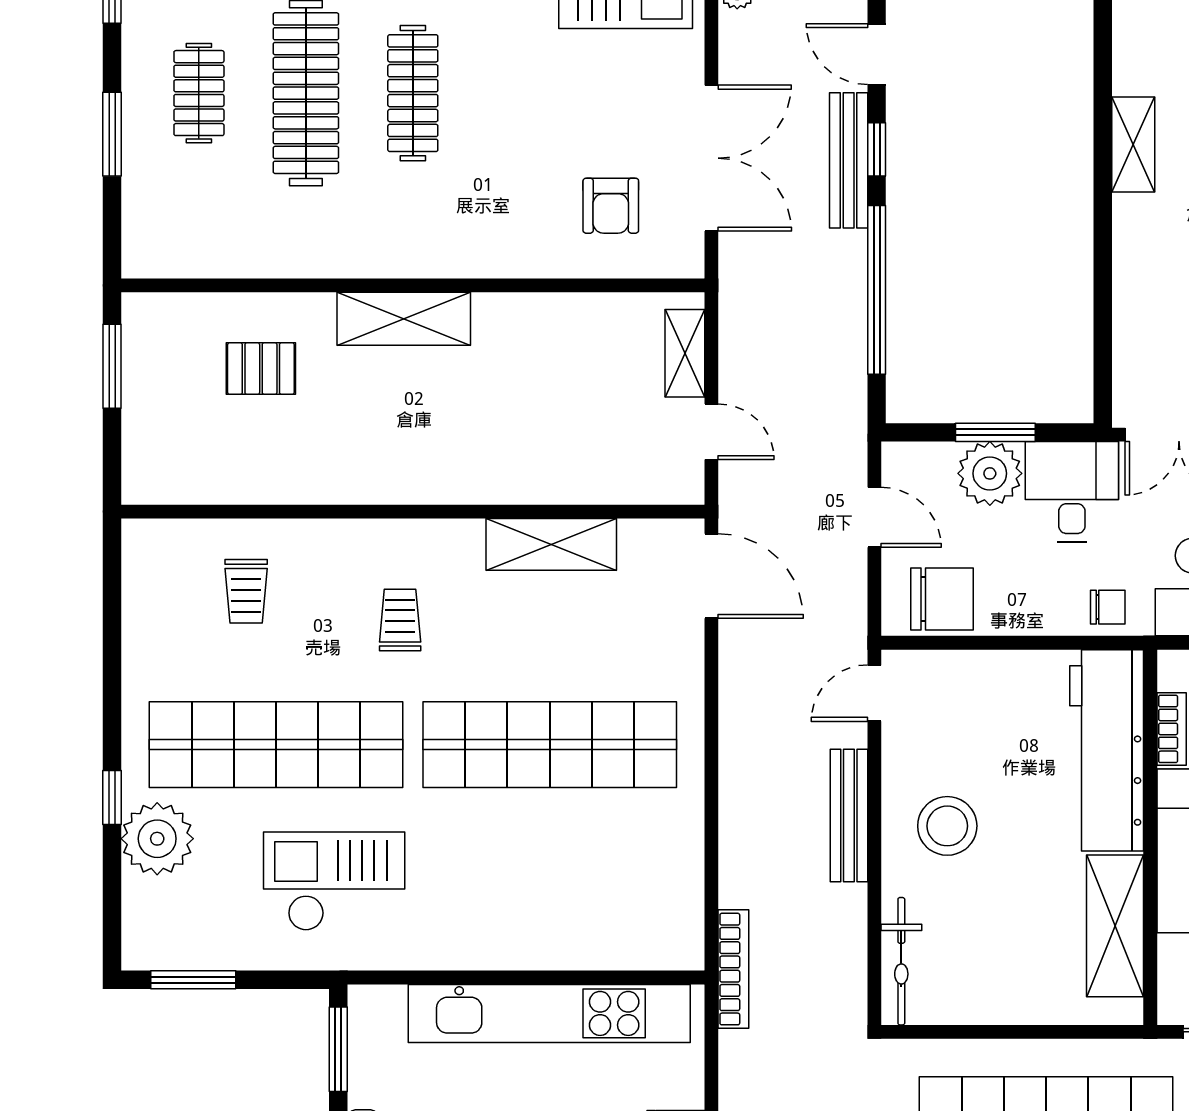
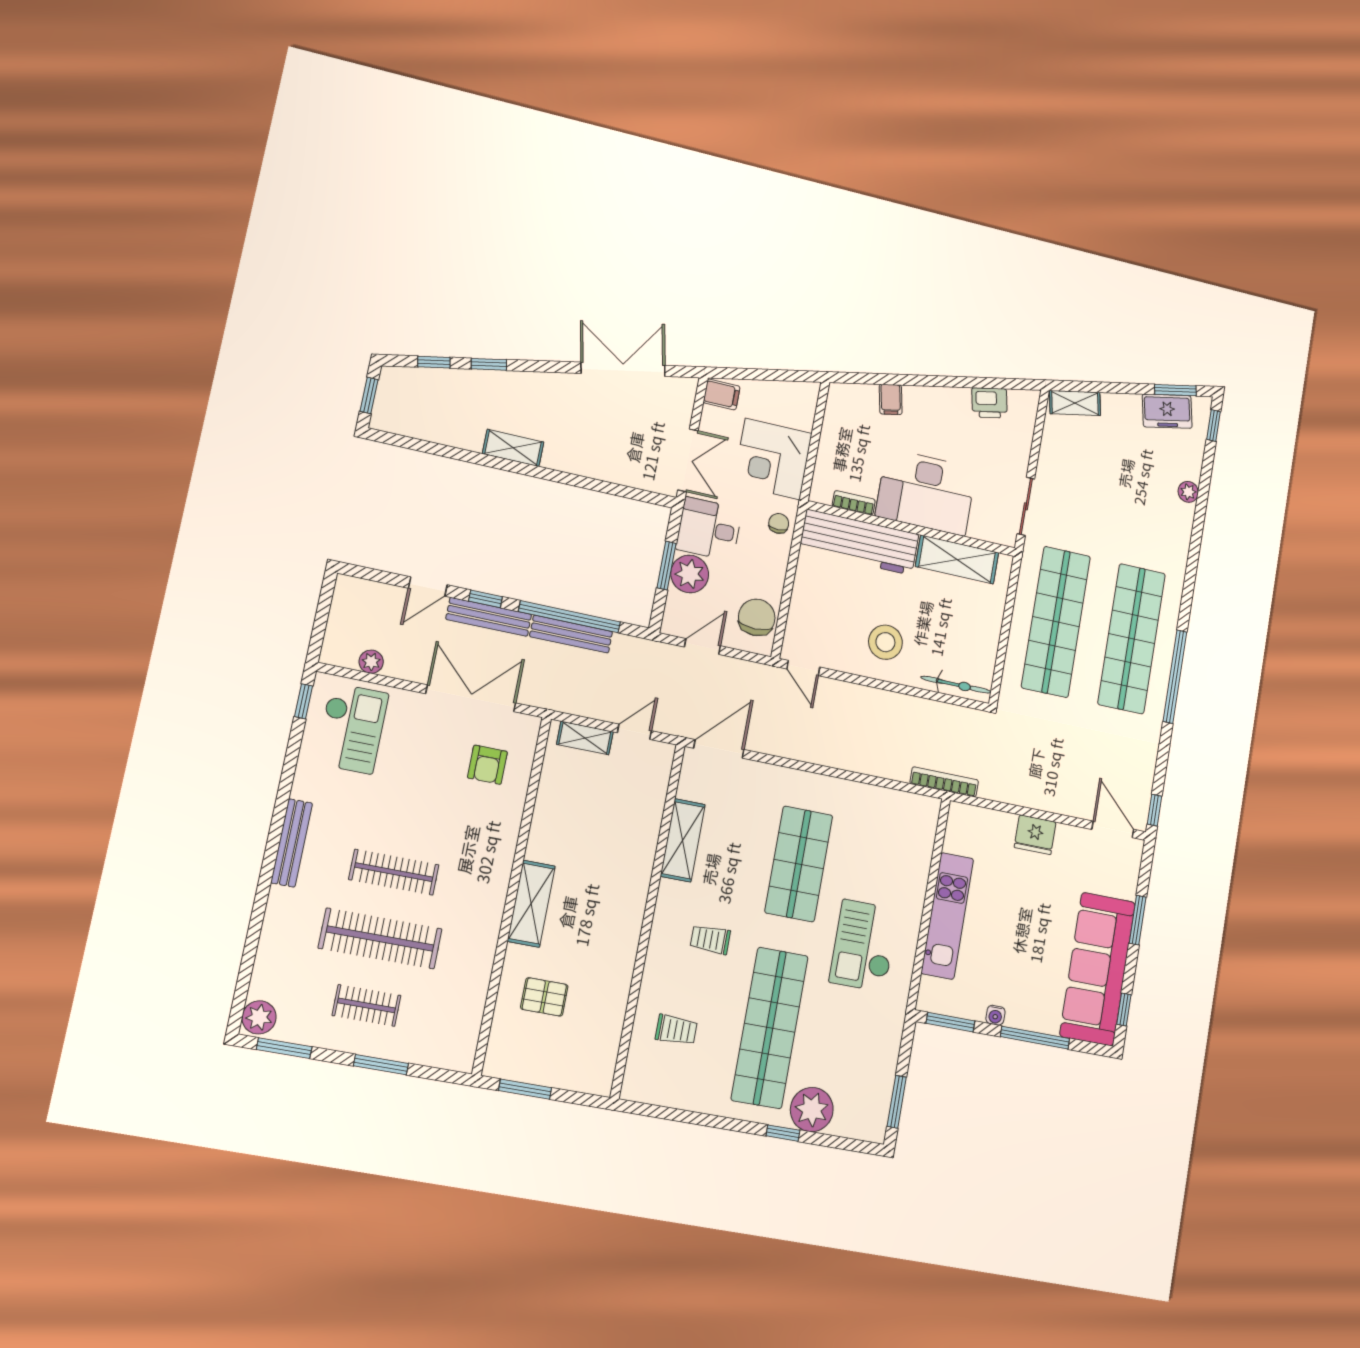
armchair: (611, 206) -> (487, 765), turned 90
pallet: (261, 369) -> (544, 997), turned 90
shop shelf: (550, 745) -> (799, 864), width x0.71
bench: (849, 815) -> (571, 634), moved
checkout: (334, 881) -> (864, 946), moved
kitchen unit: (549, 1013) -> (947, 916), width x0.73

